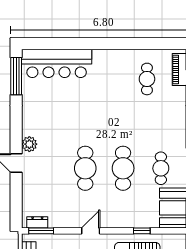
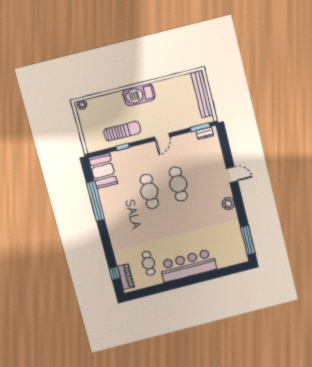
bar counter: (57, 63) -> (188, 265), moved
plant: (29, 144) -> (228, 204), moved
cafe table: (161, 168) -> (120, 199), removed

